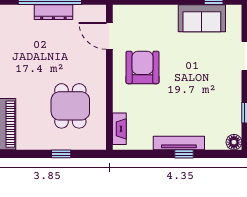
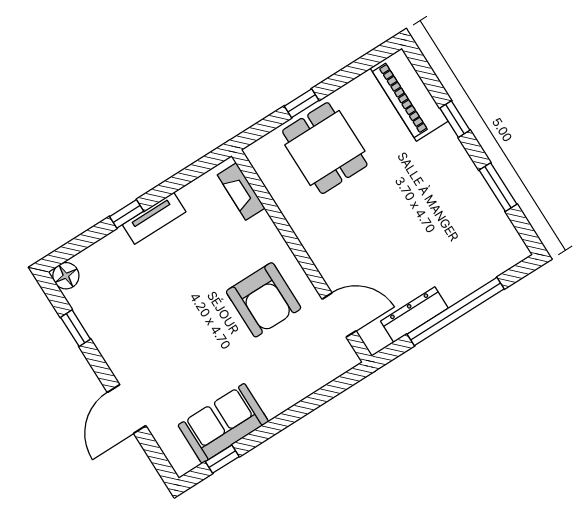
dresser: (53, 12) -> (414, 315), moved
dining table: (70, 106) -> (325, 148), moved
tv unit: (179, 143) -> (154, 218), width x0.71

